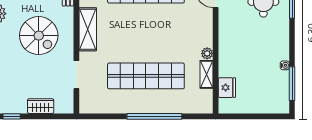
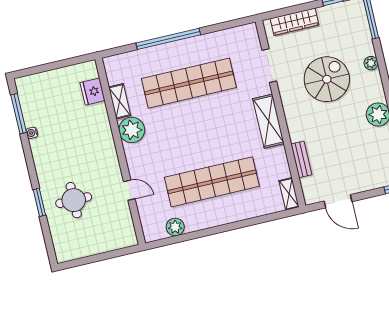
spiral stairs: (39, 36) -> (327, 79), moved, turned 90
plant: (207, 53) -> (132, 130), width x1.88, depth x1.88
wardrobe: (41, 106) -> (295, 22), width x1.50

